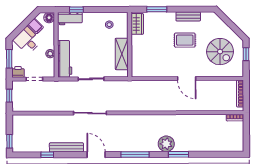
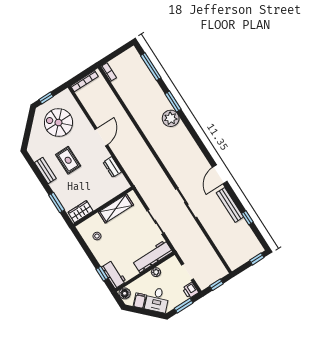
spiral stairs: (220, 52) -> (58, 123), turned -90
dresser: (157, 72) -> (112, 167), added
window: (135, 154) -> (151, 67), moved

